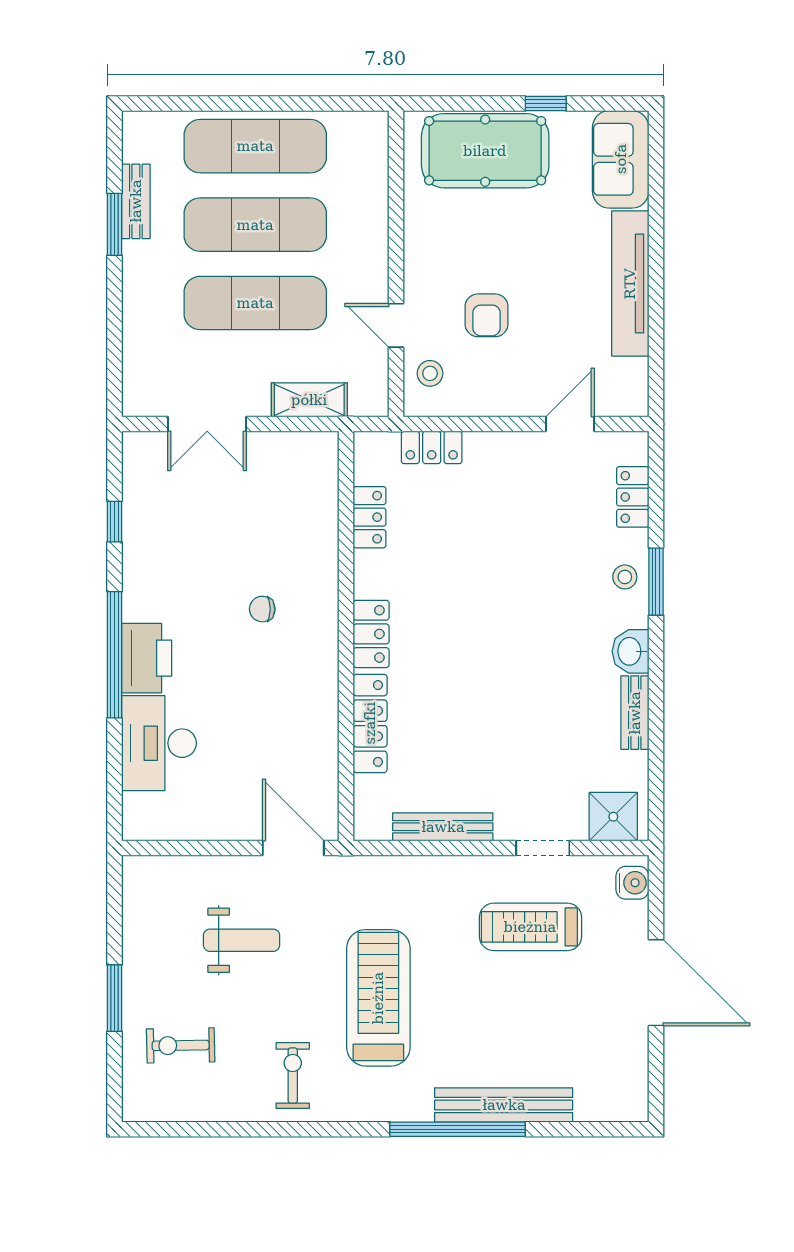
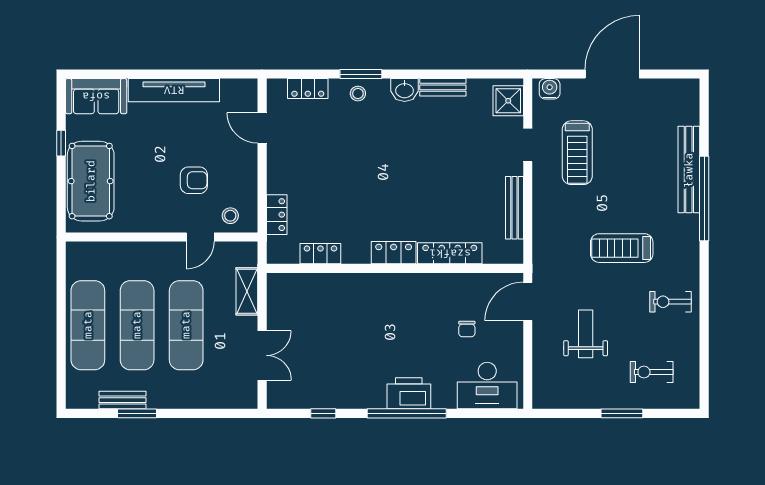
chair: (262, 609) -> (467, 329), moved
desk: (159, 743) -> (487, 386), moved
treadmill: (378, 998) -> (622, 248), width x0.73, depth x0.73
exercise bike: (181, 1045) -> (652, 372), turned 91

